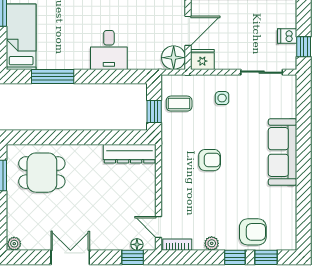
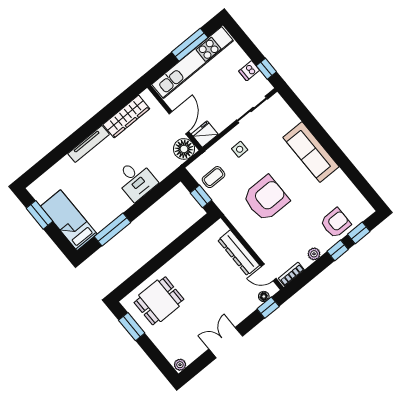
dresser: (130, 154) -> (239, 253), moved, turned 90
armchair: (210, 160) -> (266, 198), width x1.88, depth x1.88

